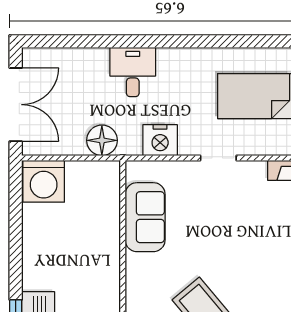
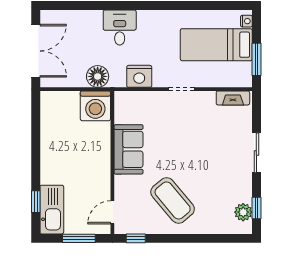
washing machine: (44, 181) -> (95, 106), moved
sofa: (145, 217) -> (129, 149), moved

